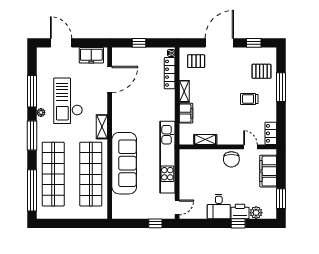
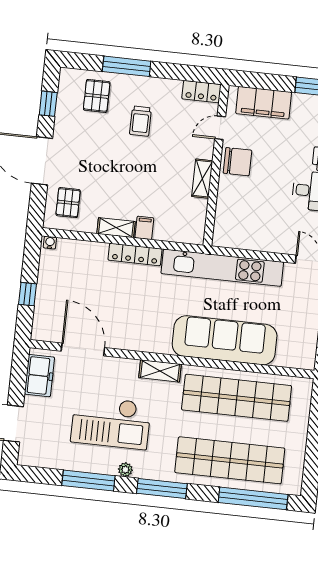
locker: (170, 73) -> (135, 254), moved
filing cabinet: (186, 113) -> (144, 228), width x0.50
shelving: (205, 139) -> (202, 179), moved

